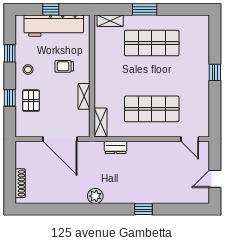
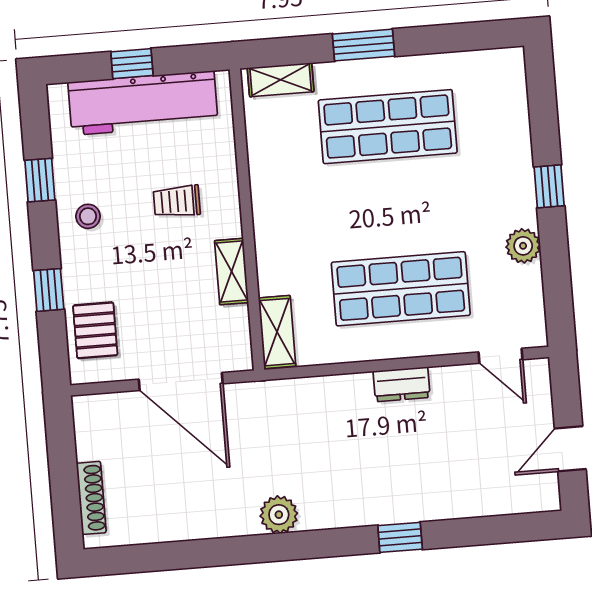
plant: (202, 96) -> (523, 246), added
pallet: (31, 101) -> (95, 330), moved
dresser: (116, 147) -> (402, 384), moved

